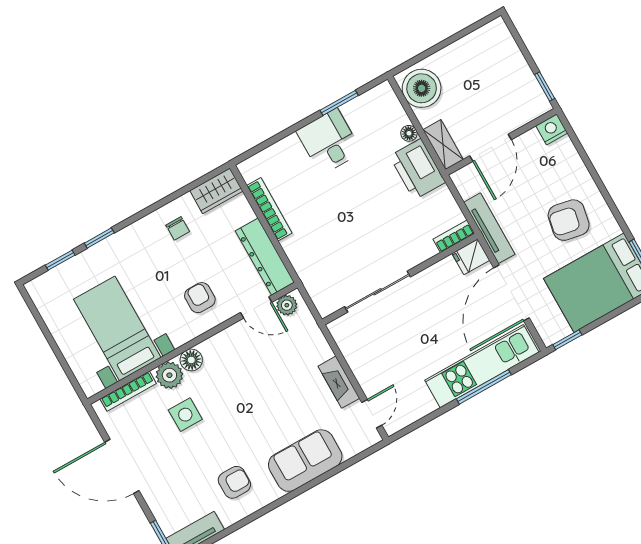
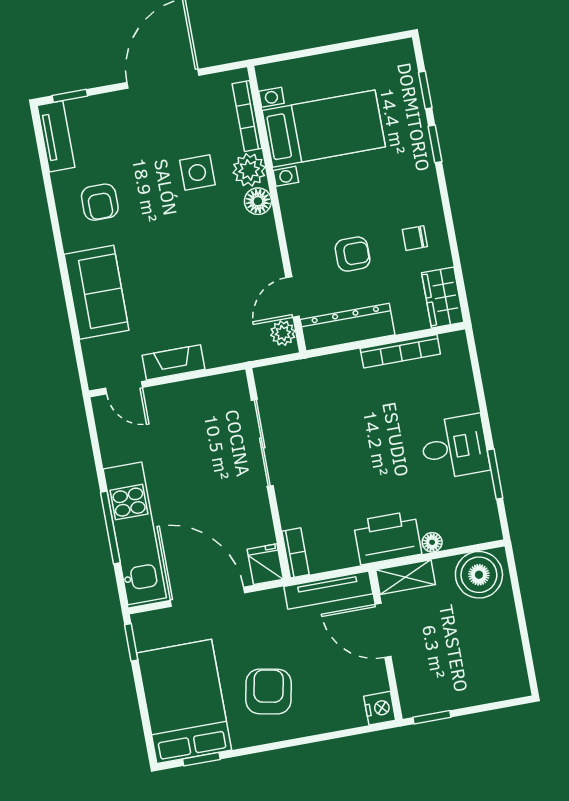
tv unit: (489, 228) -> (328, 590), moved
armchair: (200, 298) -> (353, 254), moved

